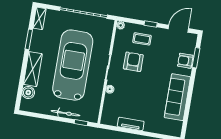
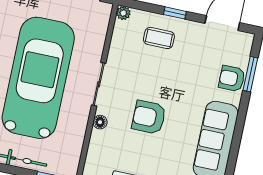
armchair: (133, 62) -> (149, 117), moved, turned -90

